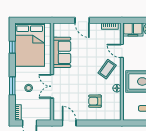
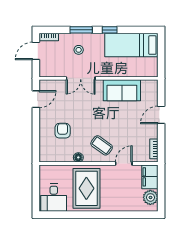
bed: (30, 45) -> (131, 45), width x0.67
window: (12, 47) -> (110, 30), moved
double door: (52, 86) -> (81, 78), swing flipped

